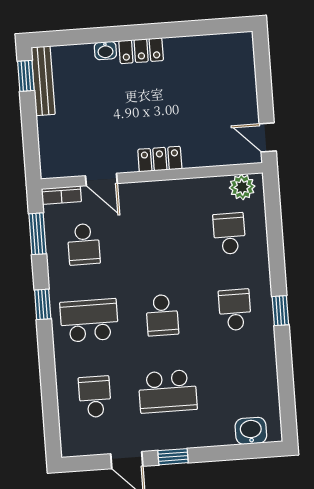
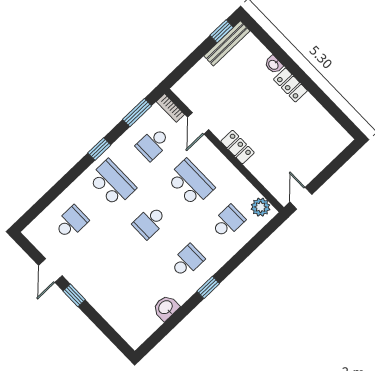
school desk: (168, 391) -> (190, 183), moved, turned 180
washbasin: (251, 431) -> (166, 308), moved, turned -90

